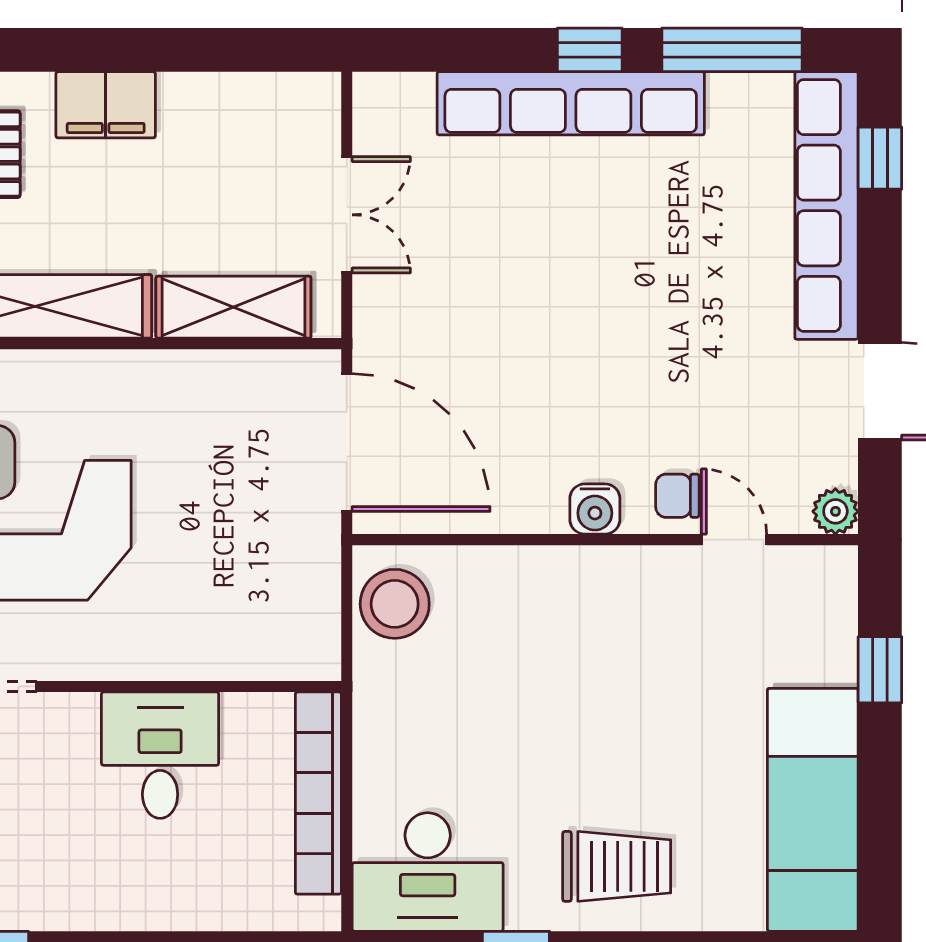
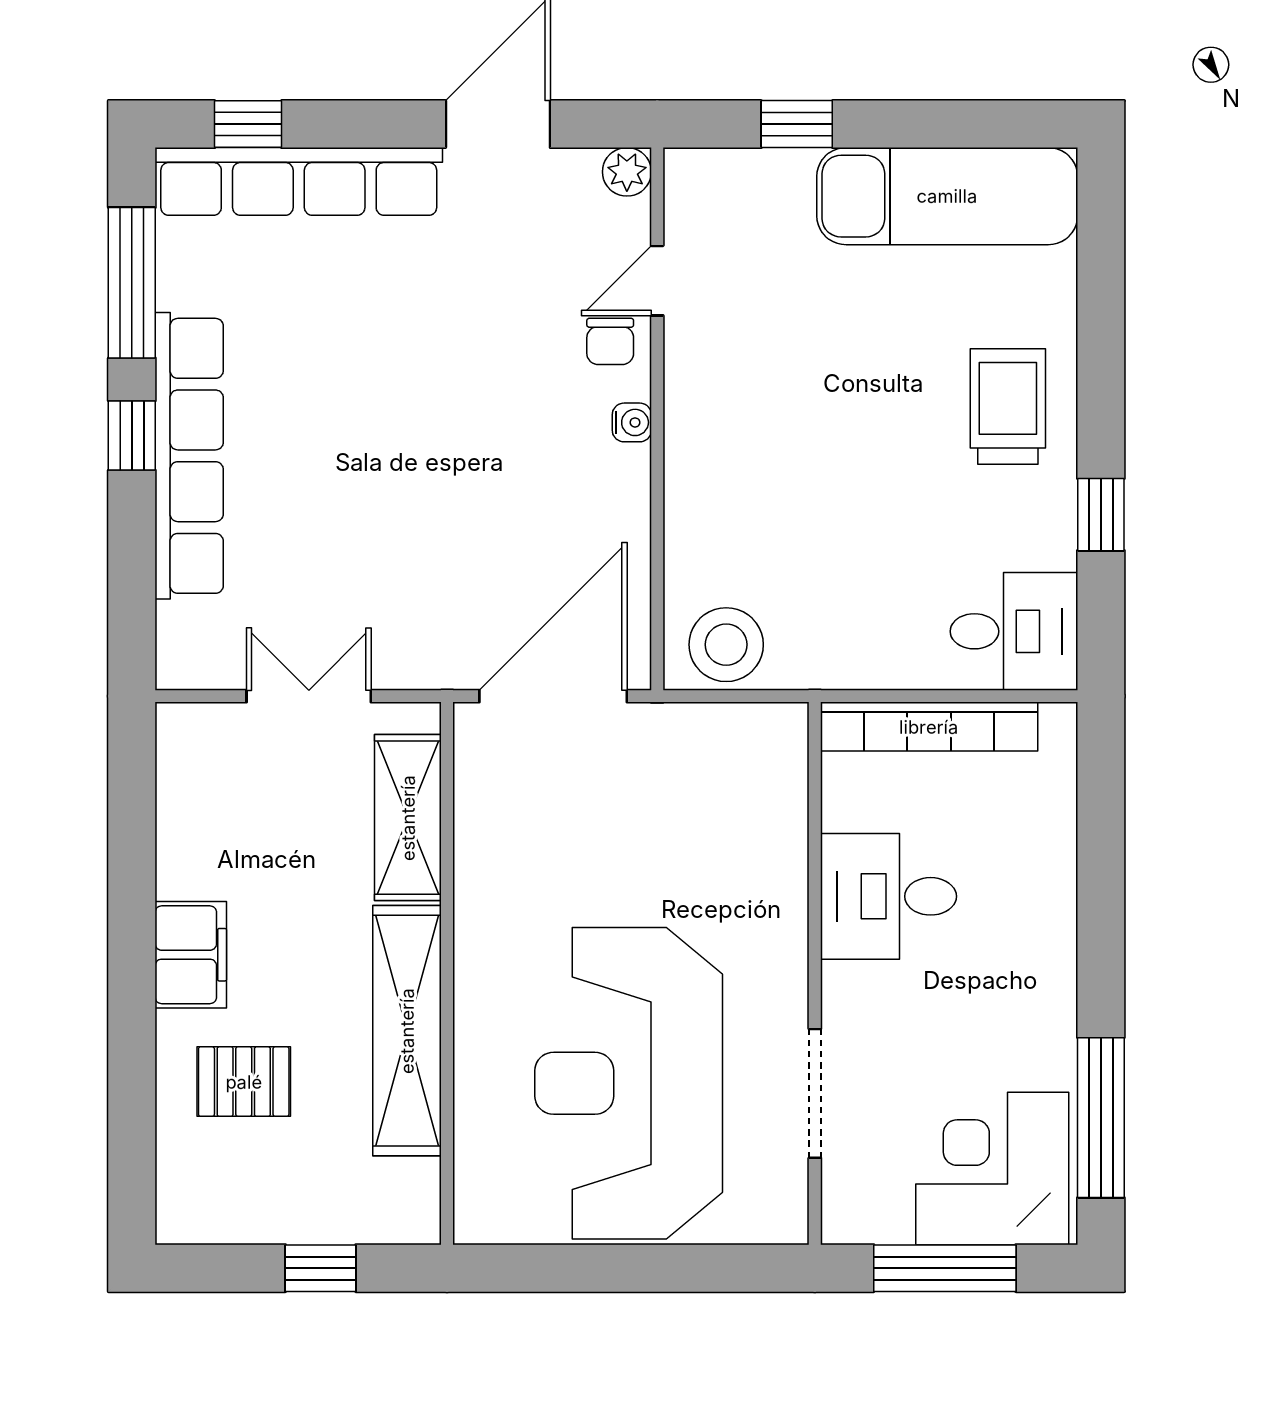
water cooler: (595, 509) -> (632, 422), width x0.72, depth x0.72
desk: (428, 872) -> (1014, 631), width x0.73

